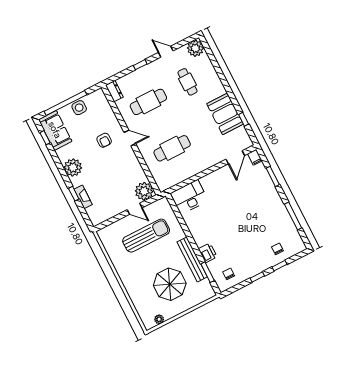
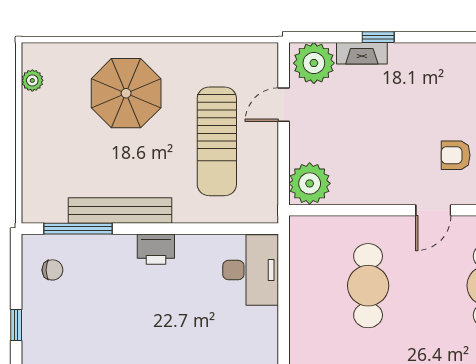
plant: (73, 168) -> (314, 63), moved
door: (135, 209) -> (284, 105), moved
printer: (208, 253) -> (156, 249), moved
window: (208, 272) -> (78, 229), width x1.44
parasol: (170, 284) -> (126, 93), moved

